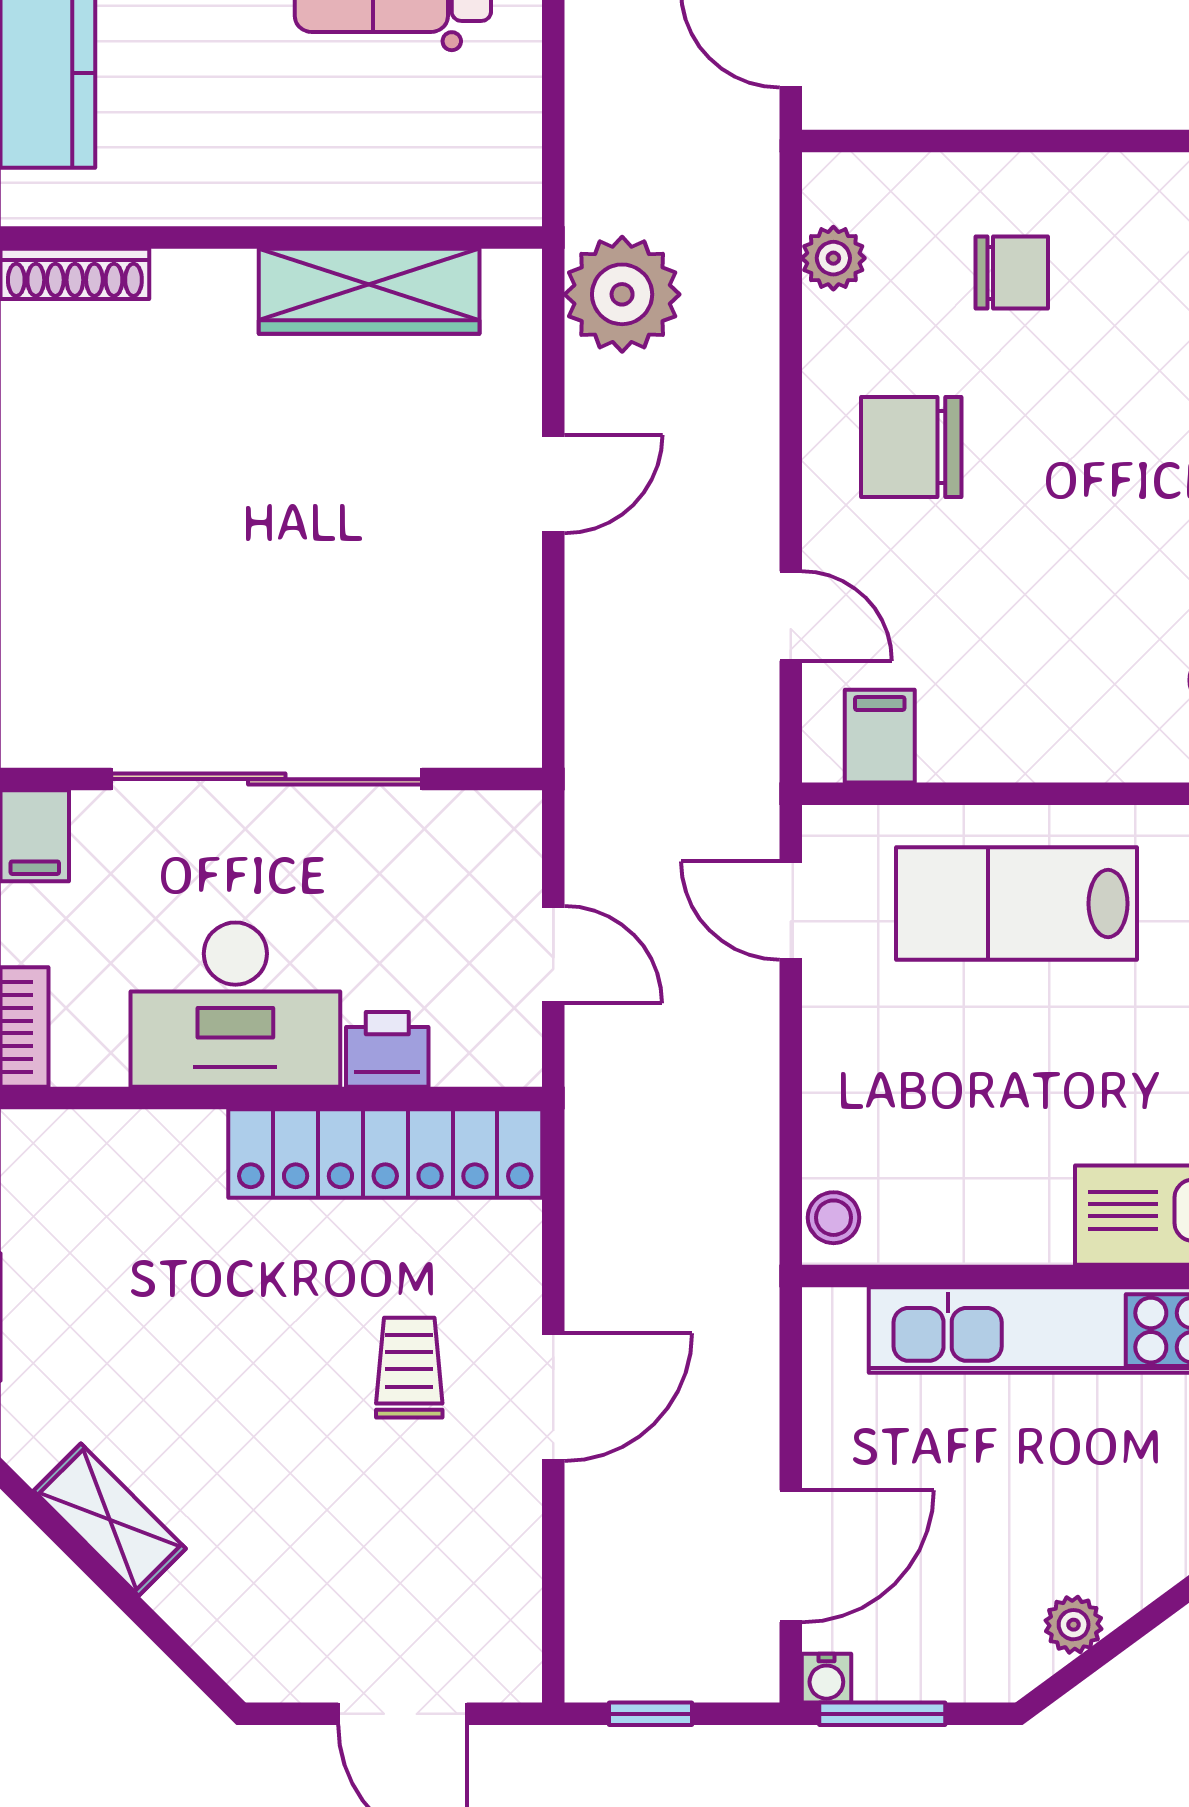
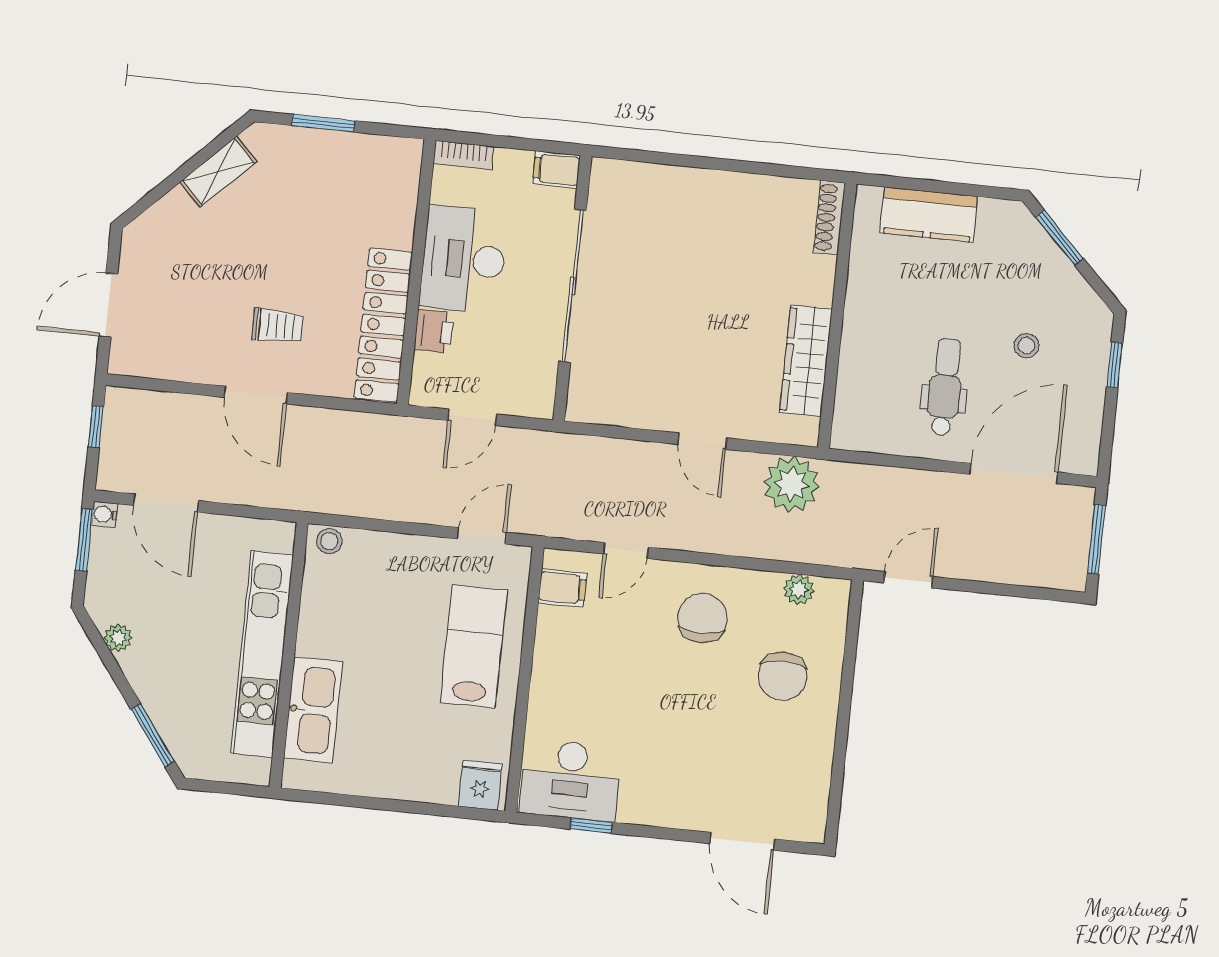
chair: (1012, 273) -> (783, 676), width x1.37, depth x1.37

